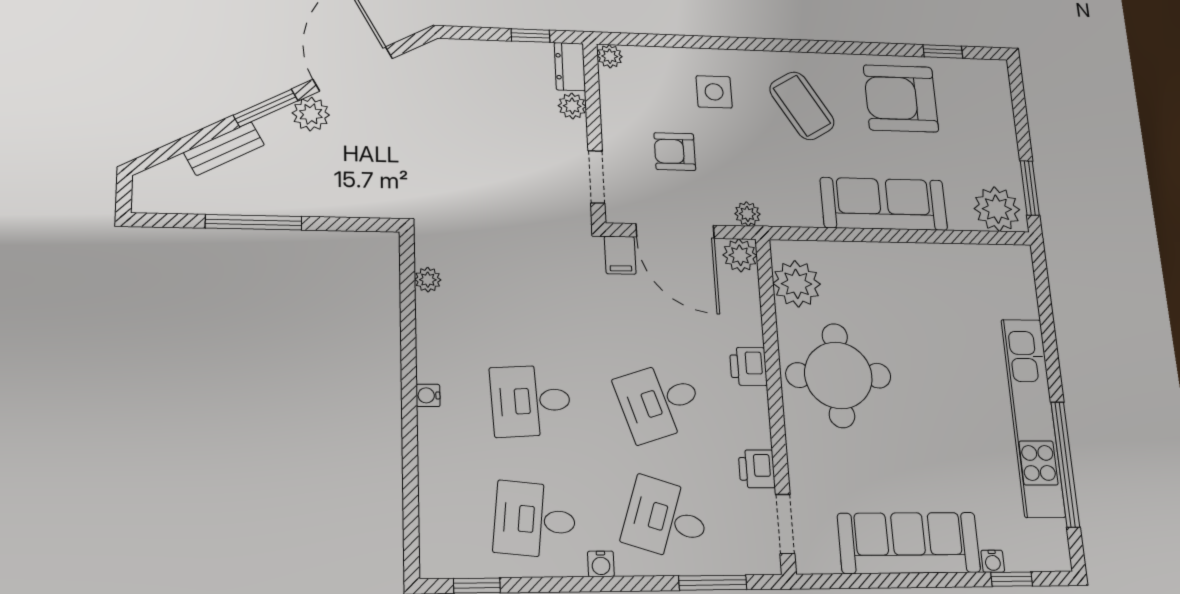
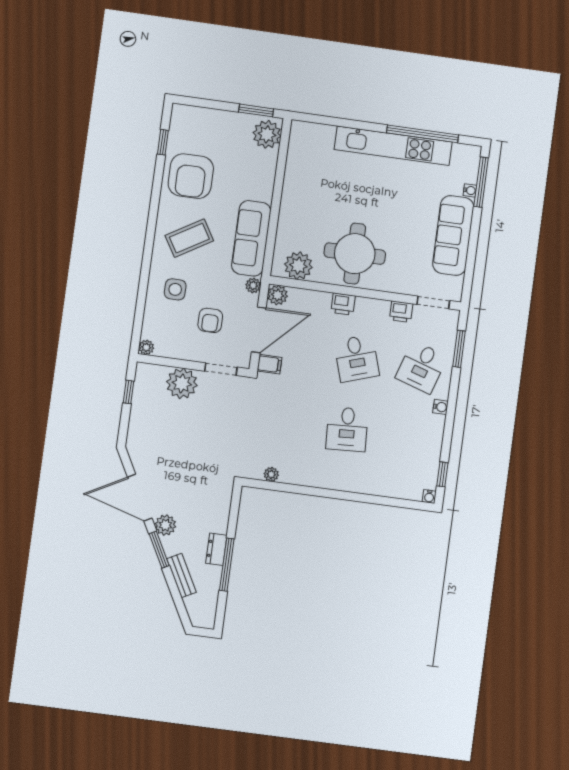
dresser: (570, 67) -> (216, 549), moved, turned 90
plant: (572, 106) -> (182, 383), width x1.87, depth x1.87
sofa: (884, 204) -> (251, 238), moved
water cooler: (428, 395) -> (429, 497), moved
desk: (535, 520) -> (412, 438), removed
window: (1012, 579) -> (481, 182), width x2.17

